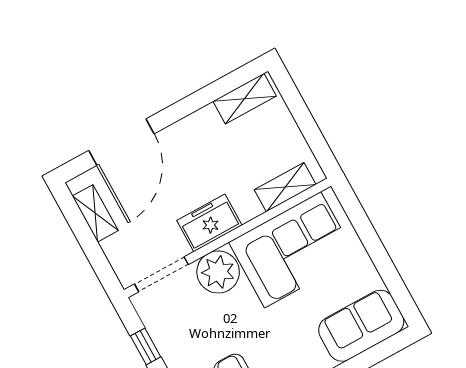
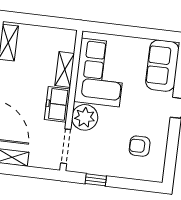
shelving: (285, 187) -> (65, 70), moved

